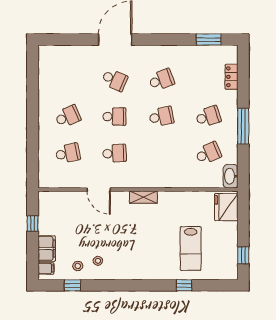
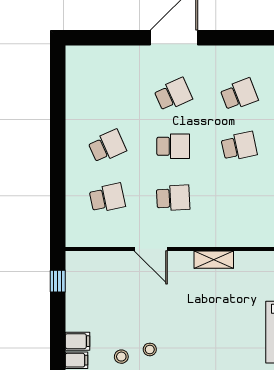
school desk: (115, 80) -> (173, 95), turned -48
window: (33, 223) -> (58, 281), moved
filing cabinet: (47, 249) -> (77, 341), width x0.50

